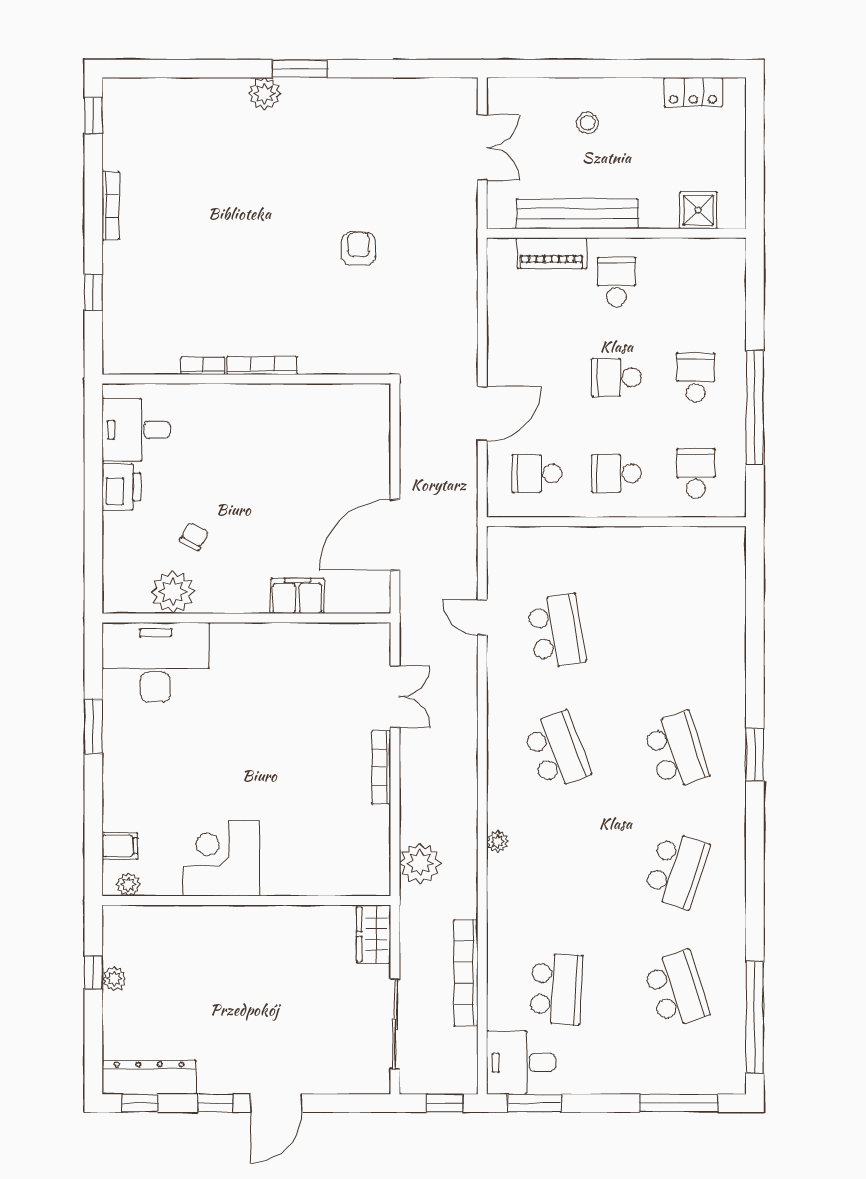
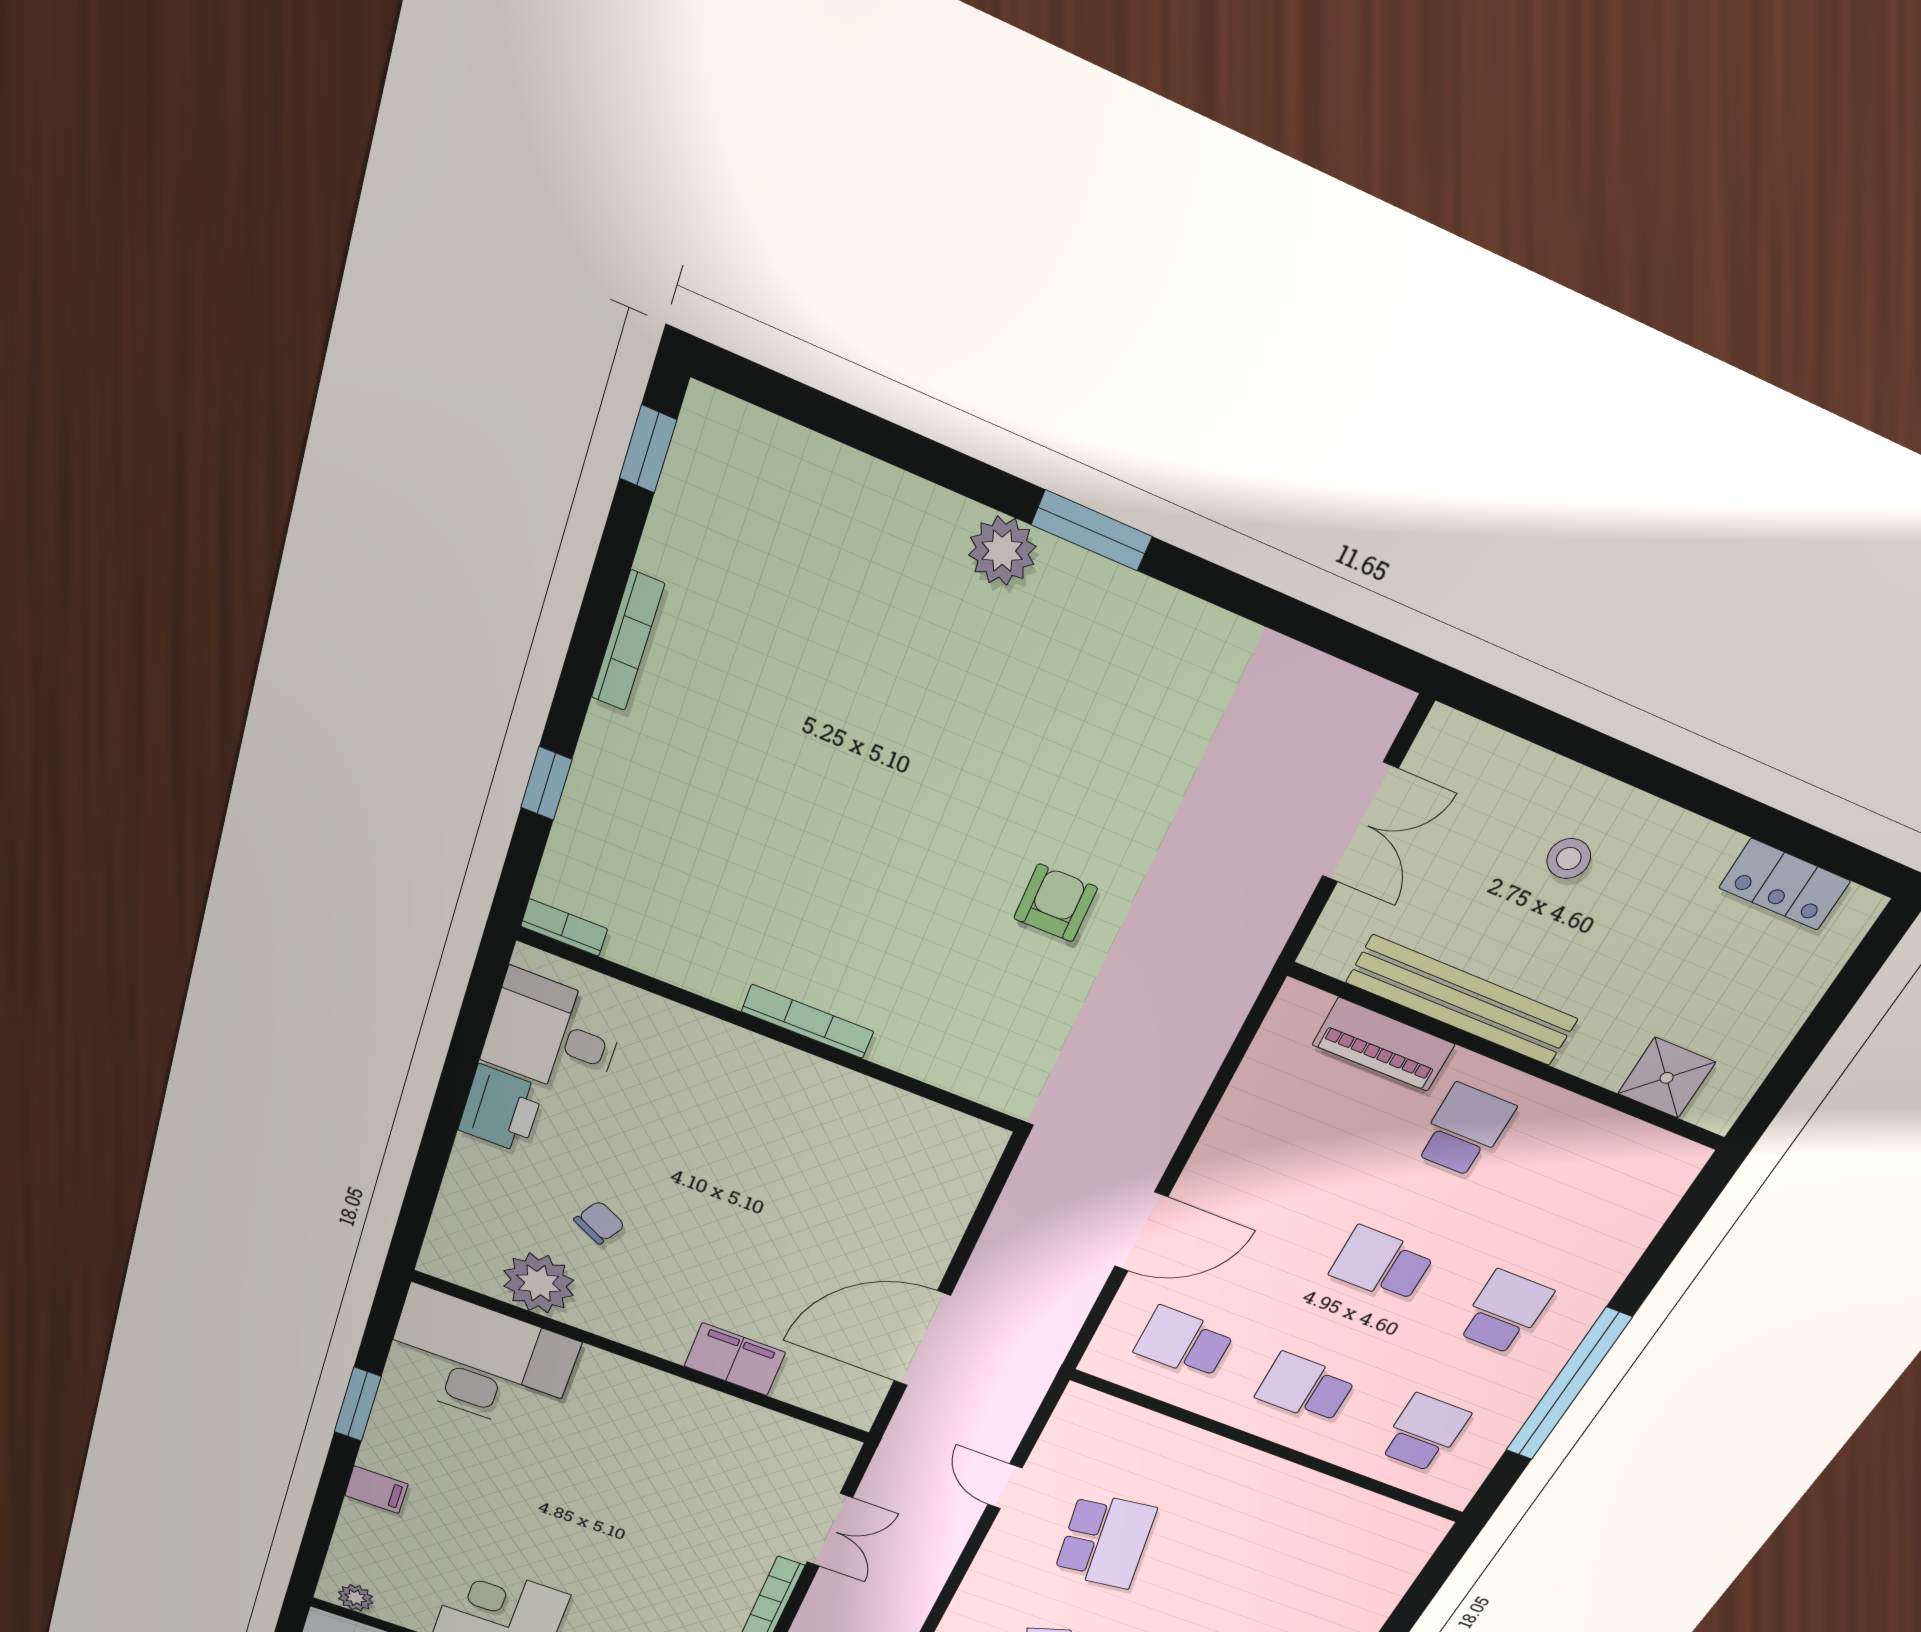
bookcase: (203, 366) -> (564, 928), moved
filing cabinet: (120, 846) -> (376, 1490), moved

